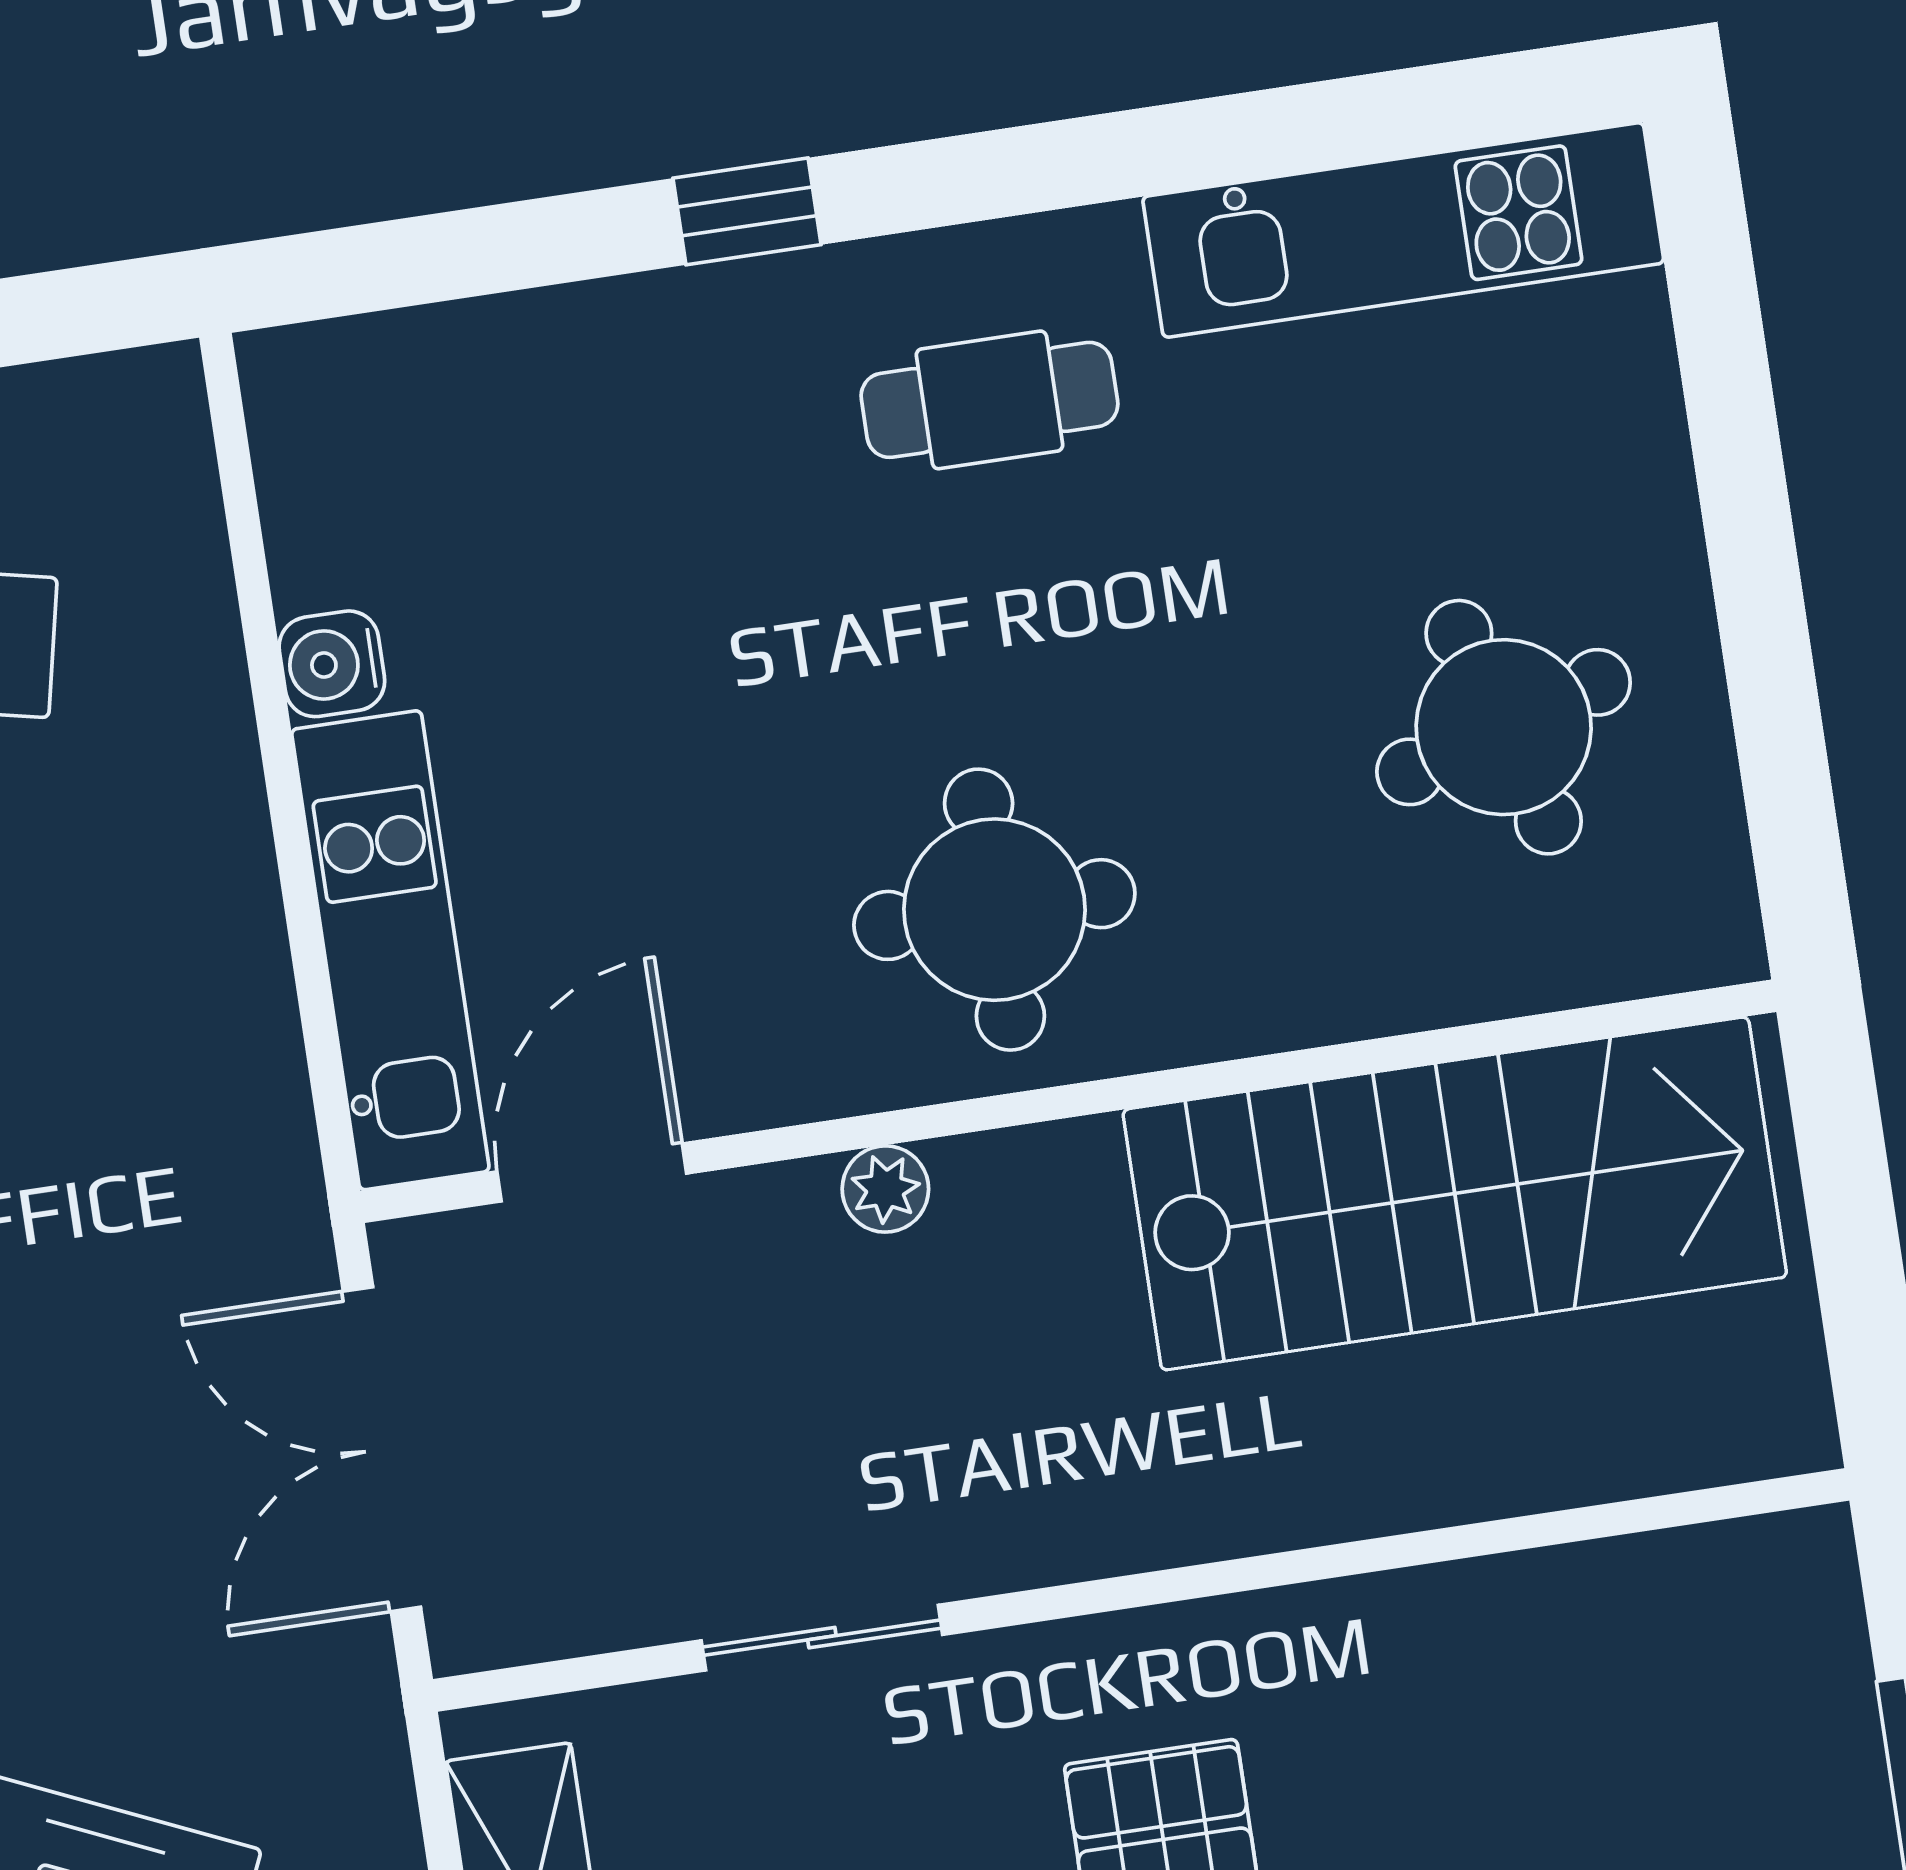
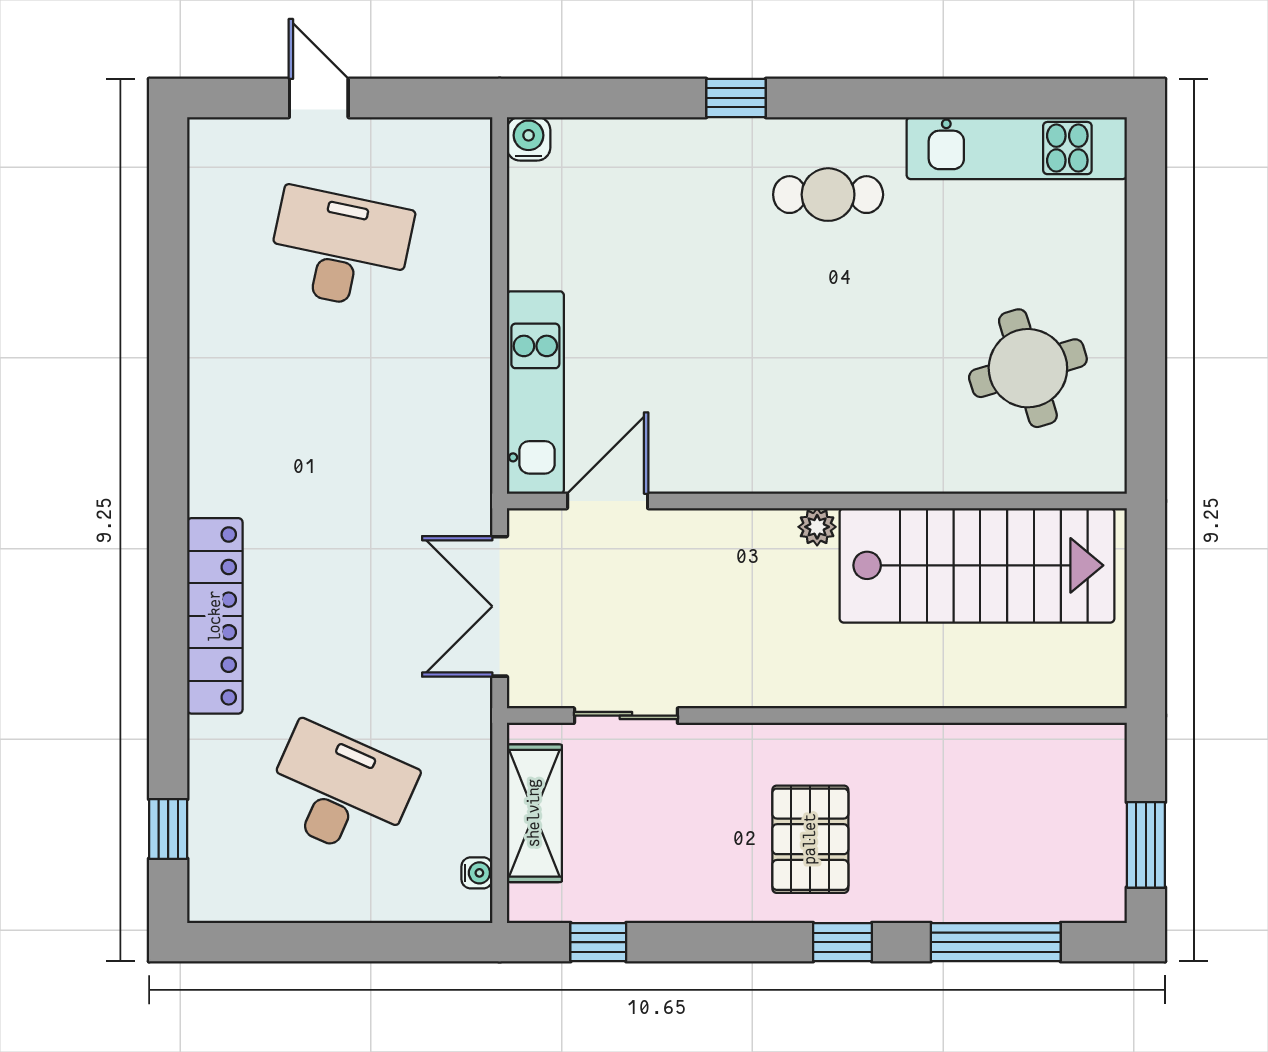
water cooler: (332, 664) -> (529, 139), moved, turned 90
round table: (994, 910) -> (797, 414), removed
plant: (885, 1189) -> (817, 527), moved
sliding door: (822, 1638) -> (626, 716), moved

